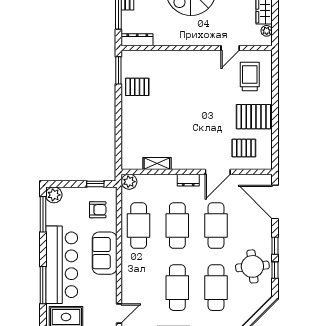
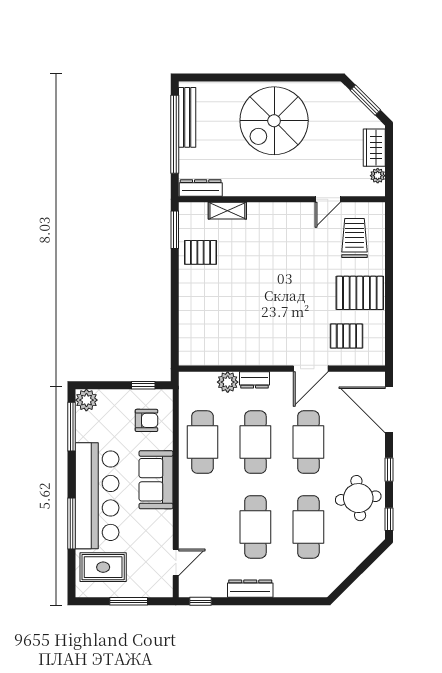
shelving: (157, 164) -> (227, 211), moved
dresser: (188, 180) -> (255, 380), moved
plant: (129, 182) -> (228, 382), moved
window: (275, 270) -> (389, 519), moved

